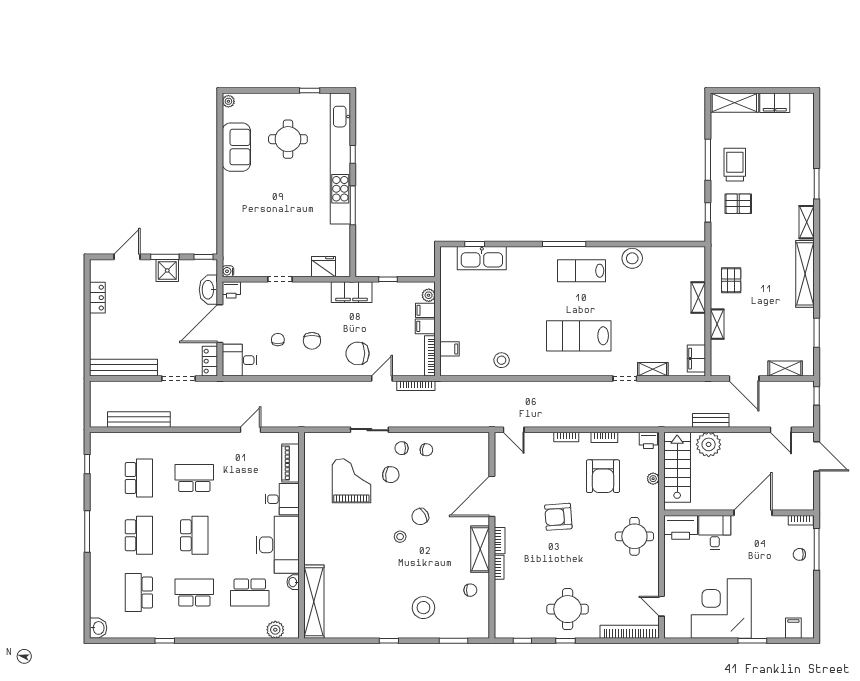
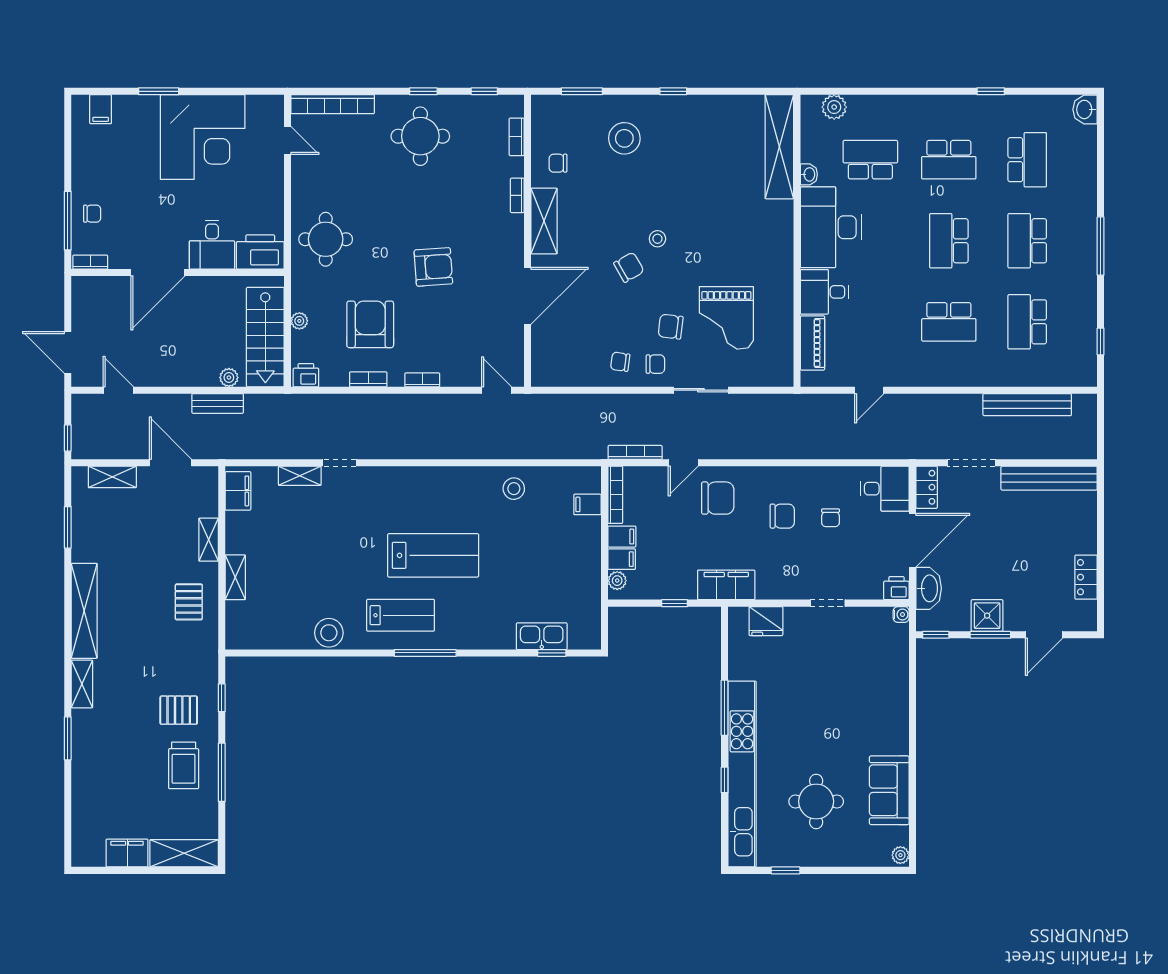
kitchen sink: (482, 258) -> (542, 636), width x0.73, depth x0.81
lab bench: (579, 336) -> (433, 555), moved
chair: (312, 341) -> (782, 516), turned 90
plant: (709, 444) -> (229, 377), width x0.53, depth x0.53
bookcase: (500, 541) -> (517, 137), moved

